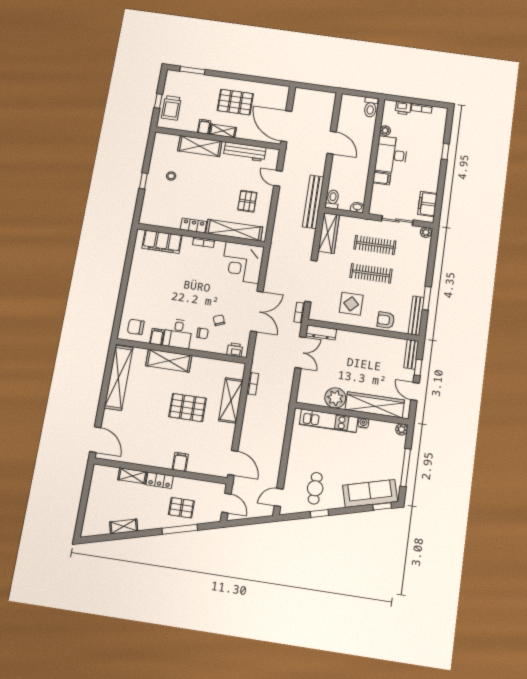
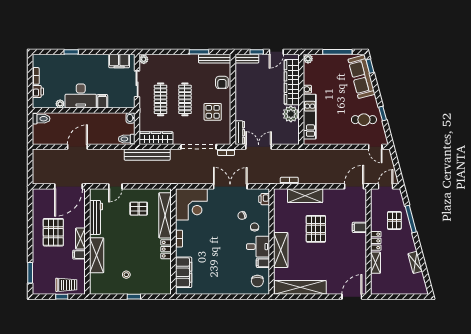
bench: (313, 202) -> (147, 155), moved

